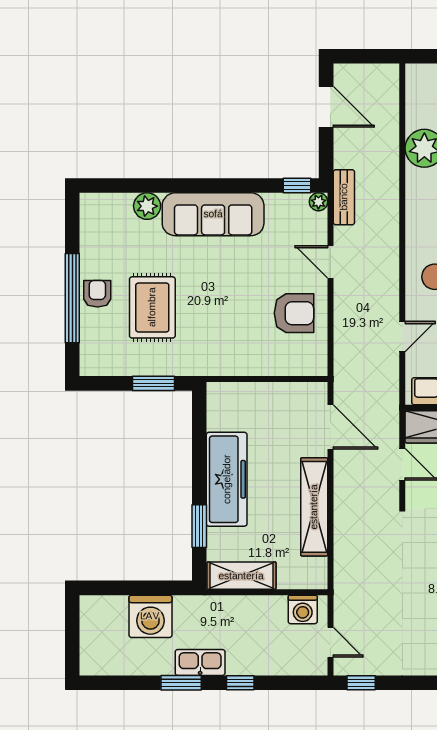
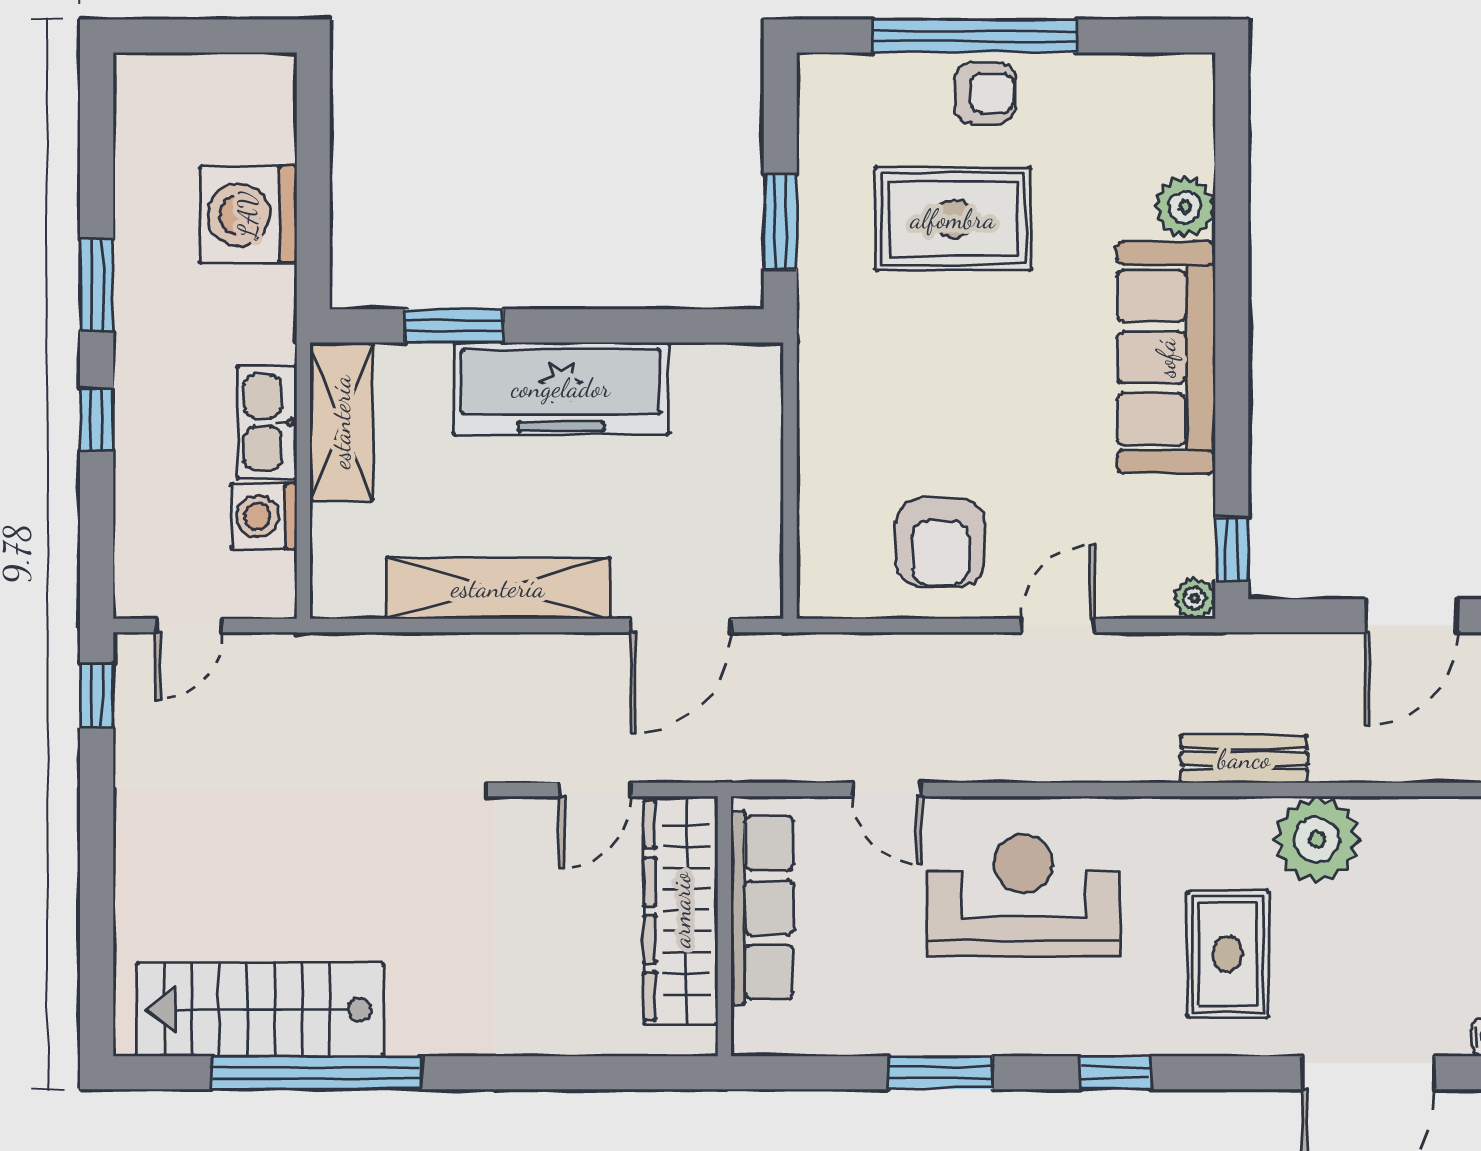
bench: (344, 197) -> (1244, 759), moved
washing machine: (303, 609) -> (264, 516), moved
kitchen sink: (200, 662) -> (267, 422), moved, turned 180

